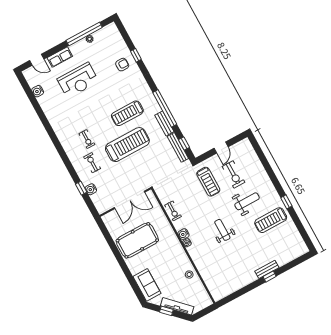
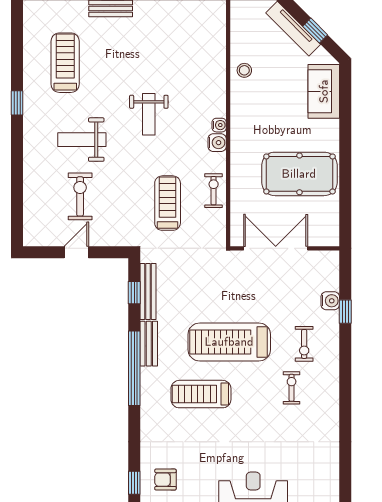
treadmill: (127, 113) -> (201, 394), turned 180
treadmill: (208, 182) -> (168, 203), moved
treadmill: (271, 220) -> (65, 63), moved, turned -90

